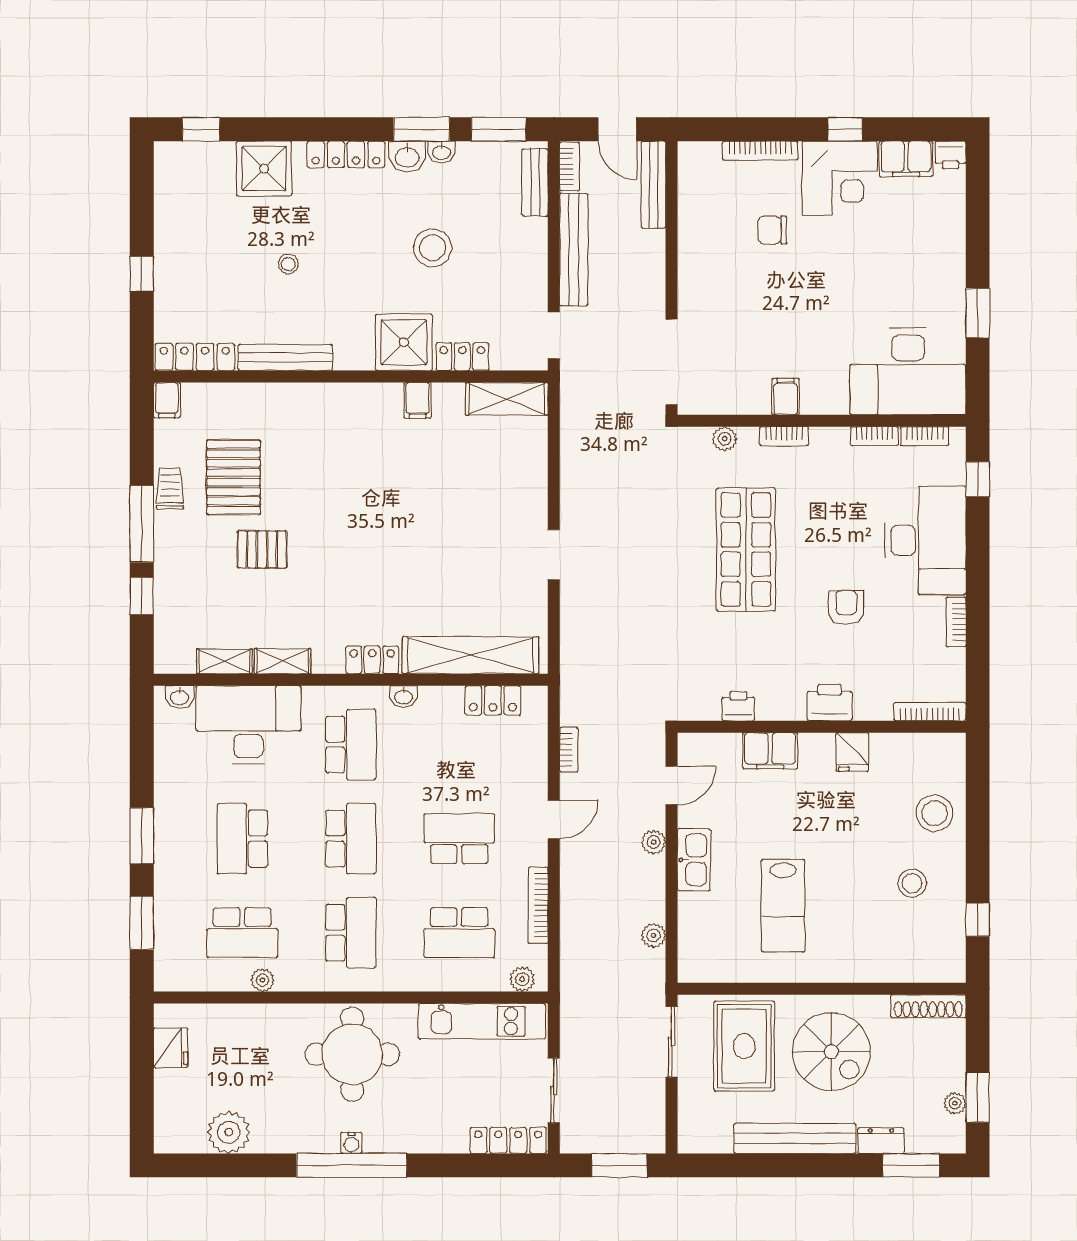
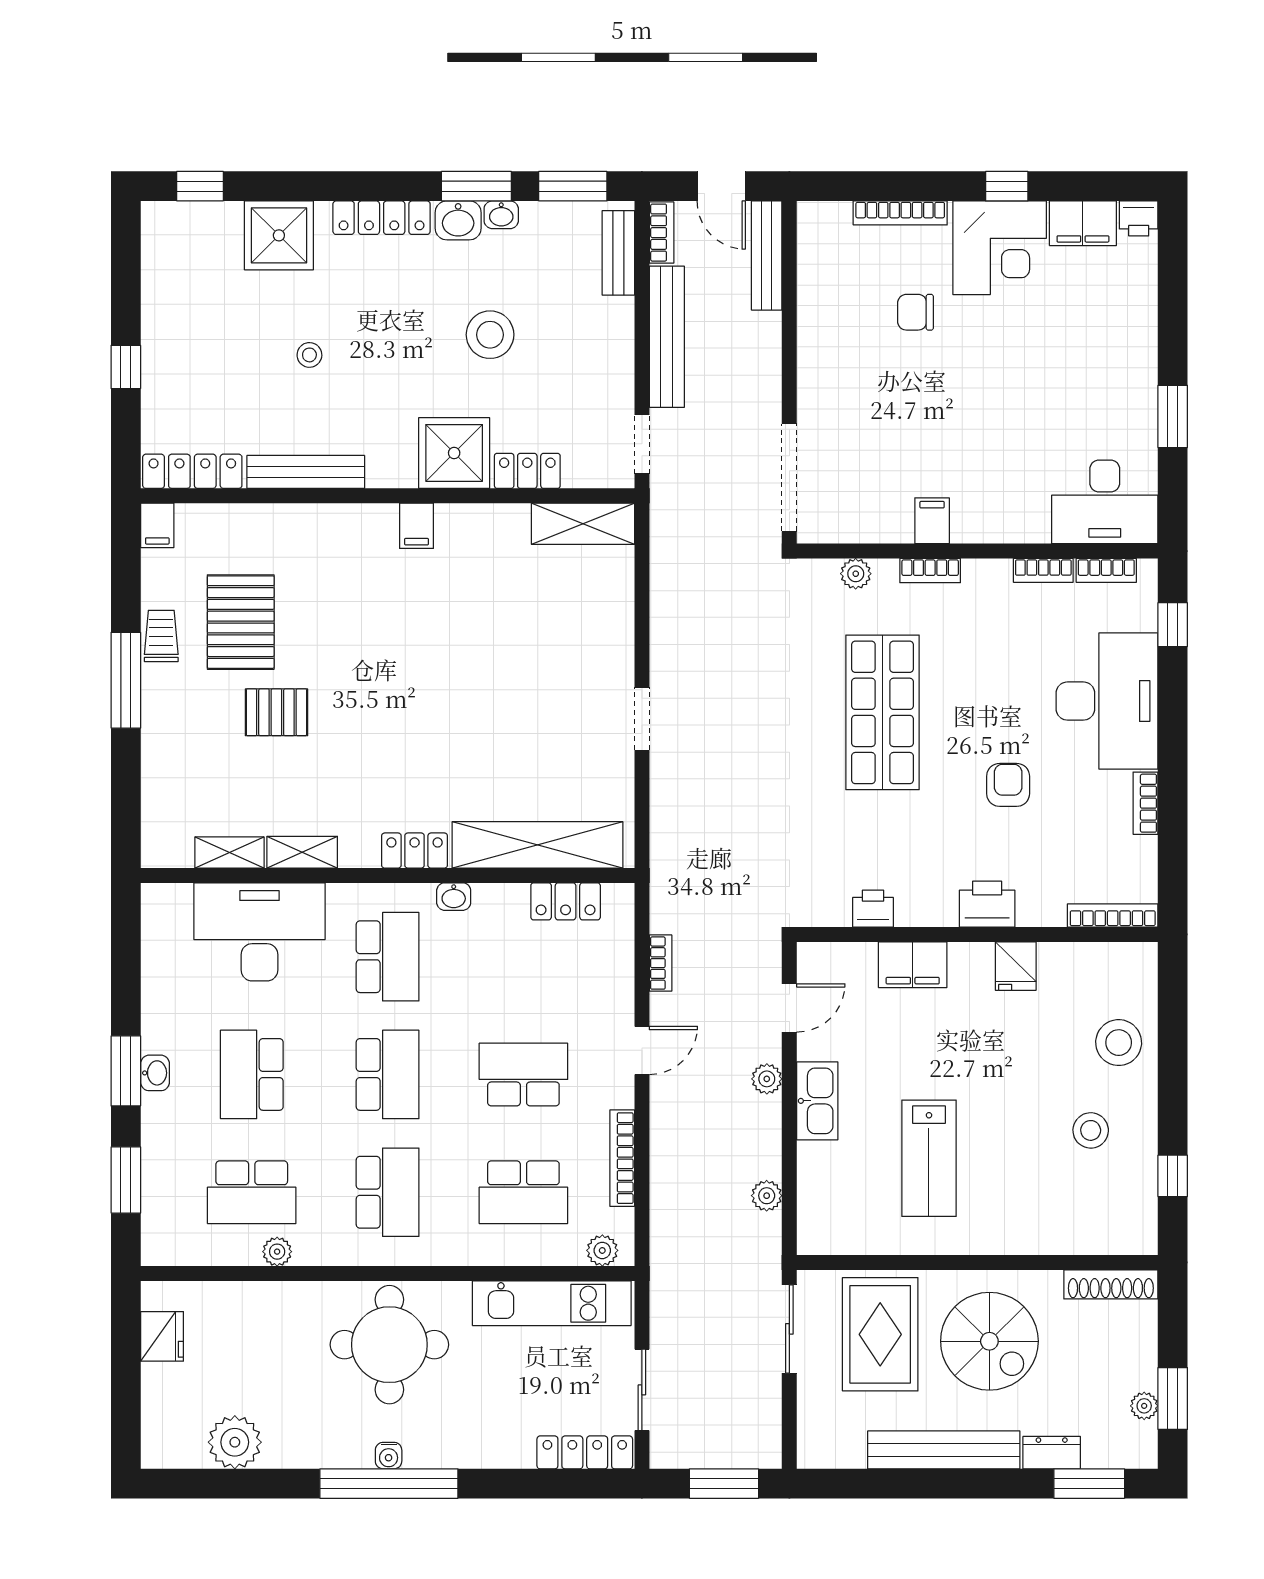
desk: (908, 371) -> (1105, 502), width x0.73, depth x0.77
filing cabinet: (418, 400) -> (417, 526), moved
window: (142, 596) -> (126, 771), removed
washbasin: (180, 697) -> (155, 1073), moved, turned -90

